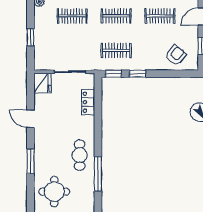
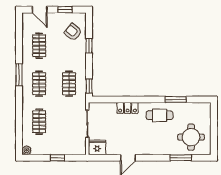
window: (138, 74) -> (89, 46), moved
locker: (88, 102) -> (128, 108), moved
window: (31, 161) -> (181, 158), moved
window: (98, 174) -> (176, 99), width x0.69

